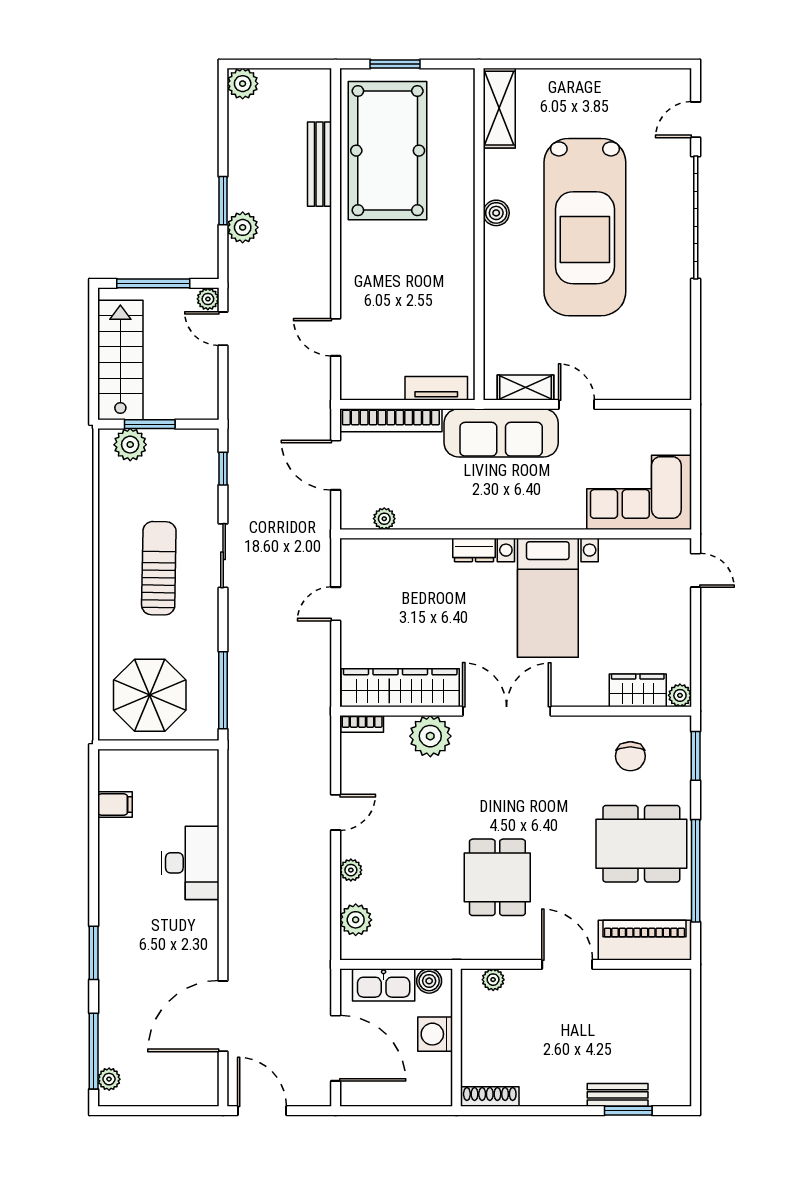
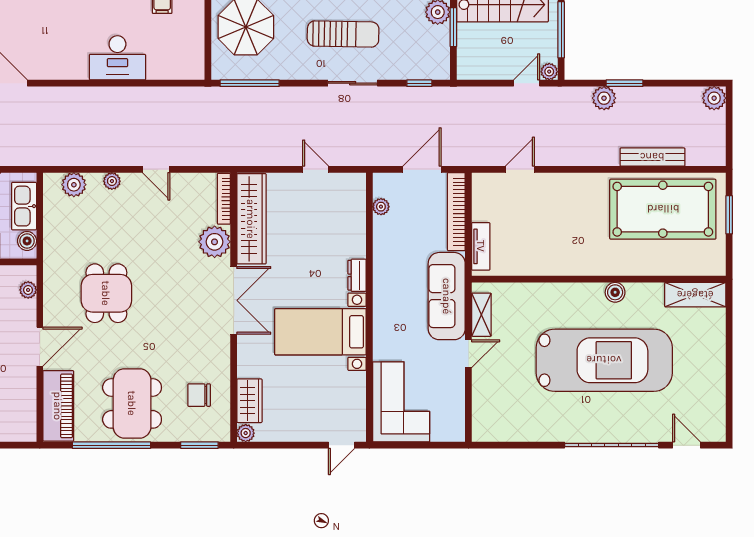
car: (585, 227) -> (604, 360), turned 180
bookcase: (362, 724) -> (224, 199), width x1.56
dining table: (497, 877) -> (106, 293), turned 90

